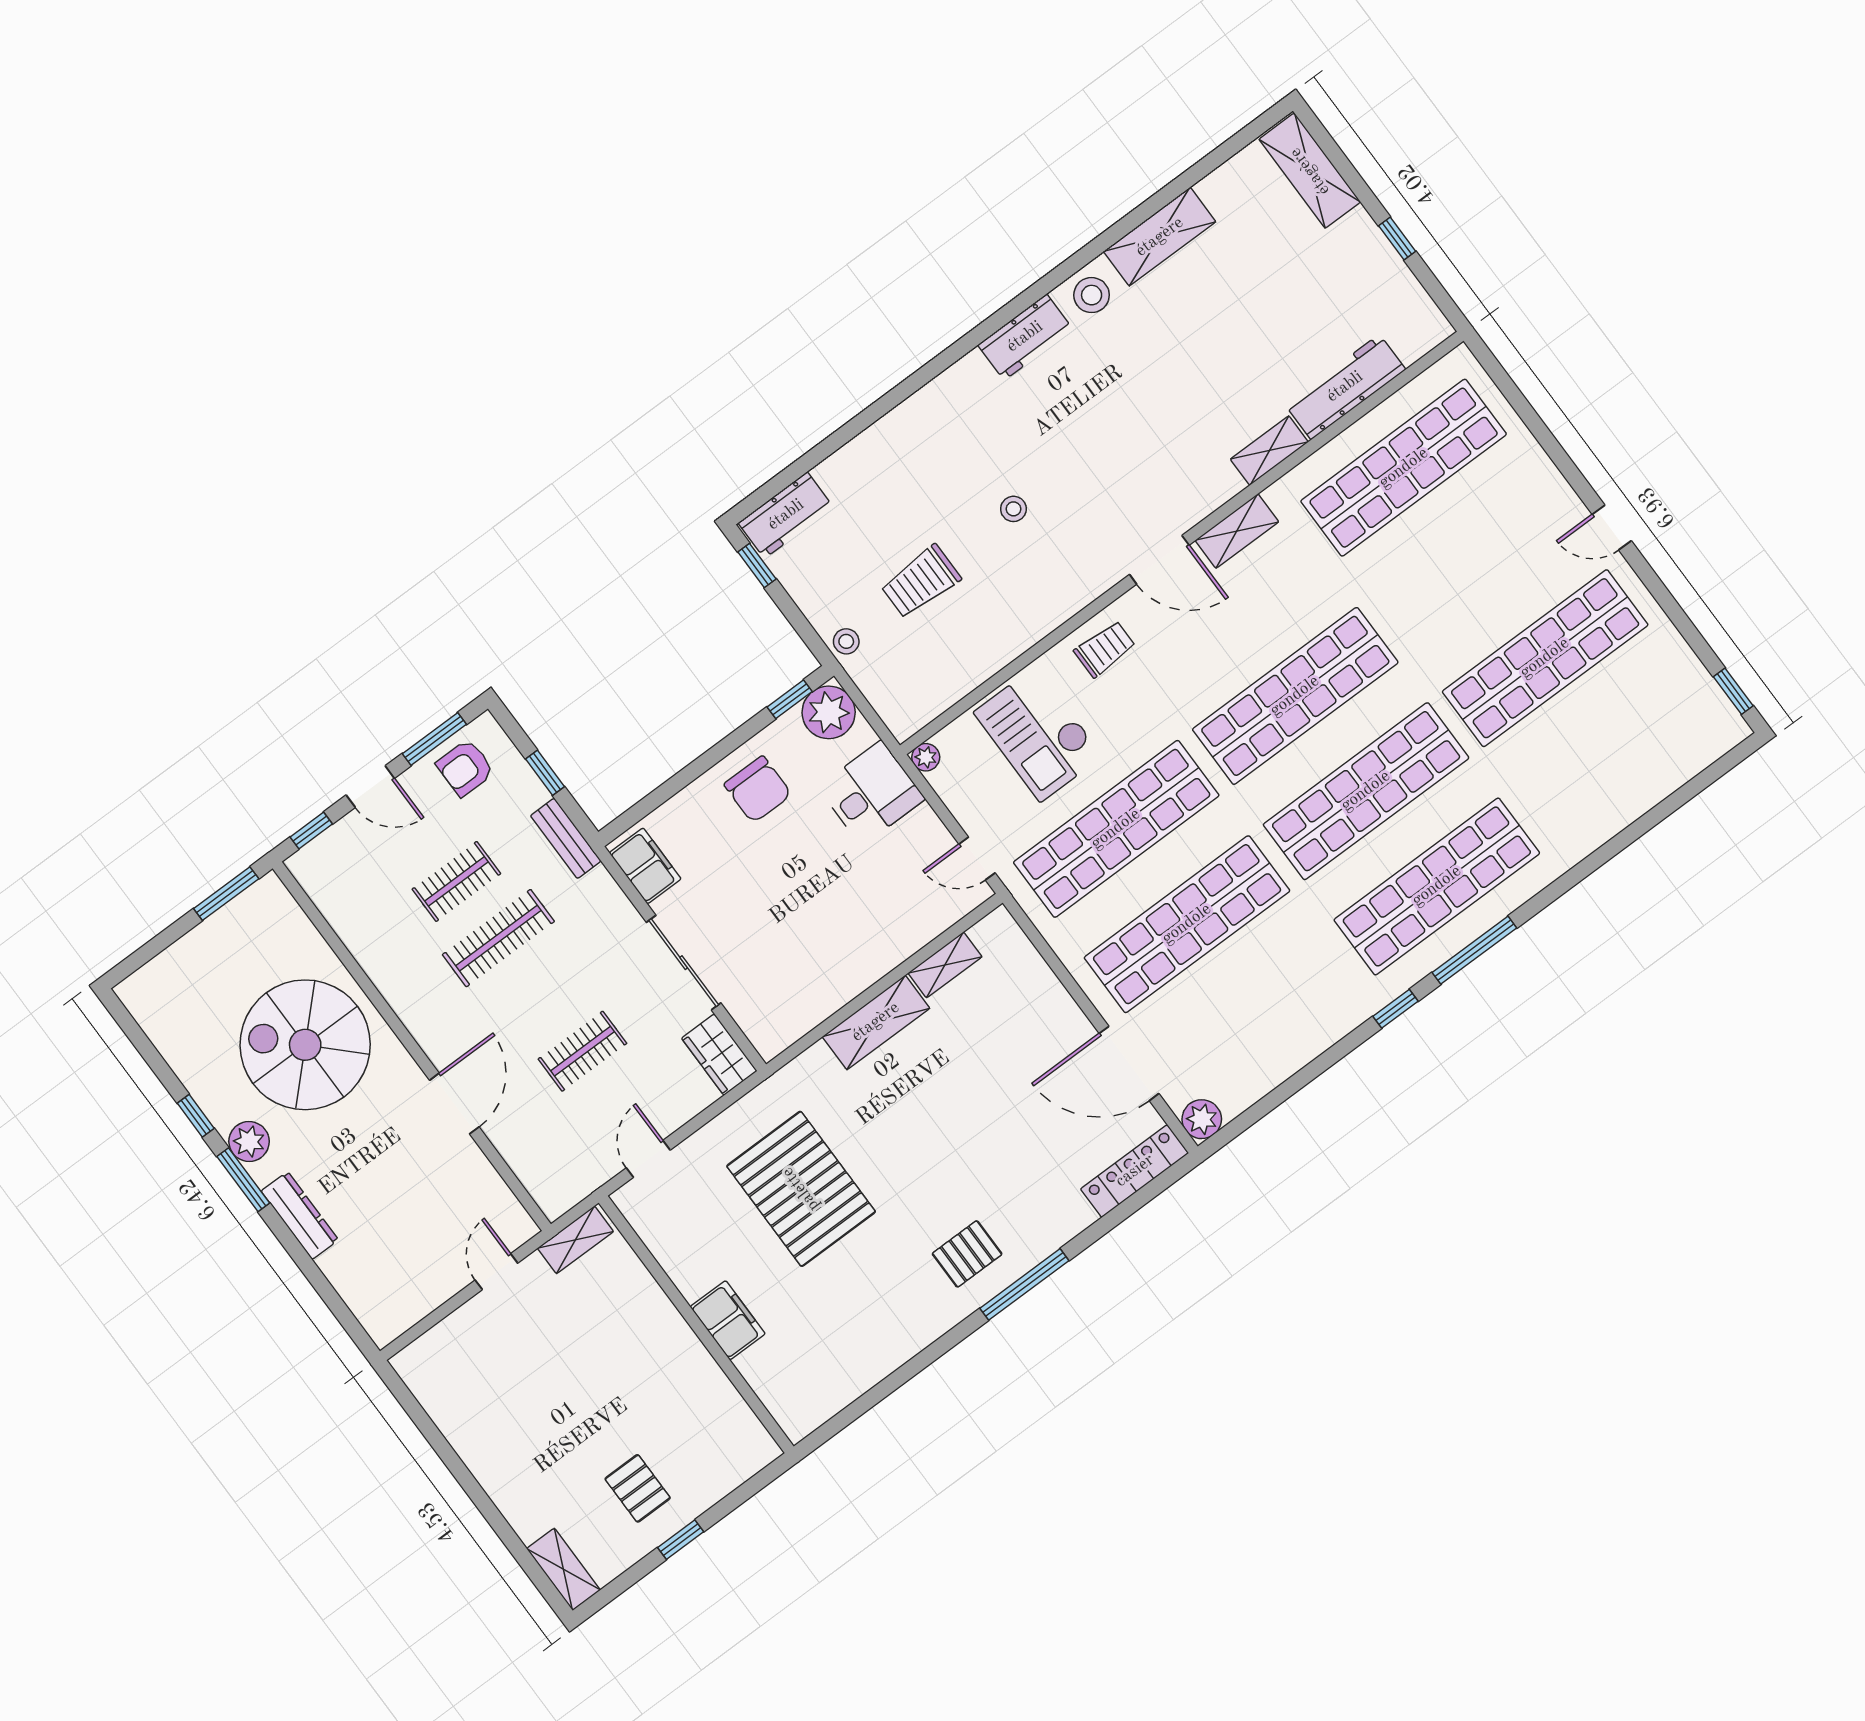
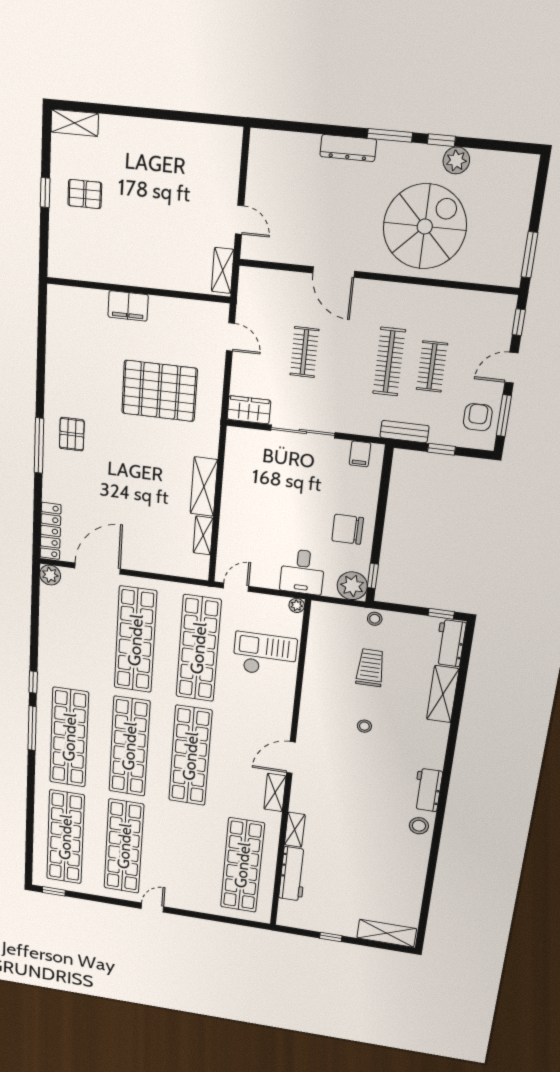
shelving: (1160, 237) -> (443, 694), moved
trolley: (1105, 649) -> (275, 708), removed
shop shelf: (1616, 753) -> (65, 837), added
filing cabinet: (645, 866) -> (360, 454), width x0.50
plant: (249, 1141) -> (456, 160), moved

